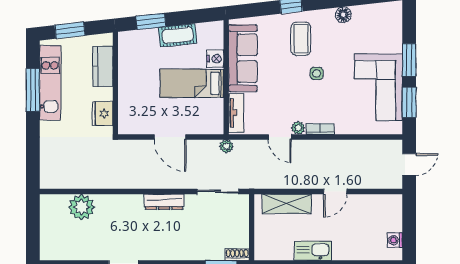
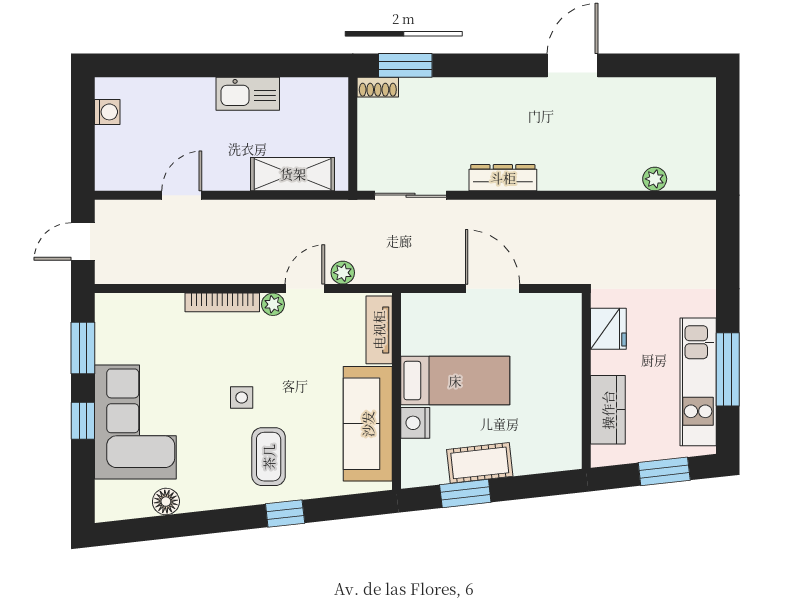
floor lamp: (343, 15) -> (166, 502), moved
window: (151, 21) -> (465, 493), moved
window: (409, 60) -> (83, 421), width x0.67
corner sofa: (379, 87) -> (135, 422), moved
bookcase: (320, 129) -> (222, 302), width x1.56
door: (280, 137) -> (305, 289), hinge flipped
plant: (226, 146) -> (343, 273), moved
door: (335, 192) -> (182, 195), moved
plant: (82, 207) -> (655, 179), width x0.53, depth x0.53

